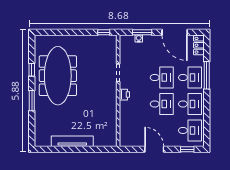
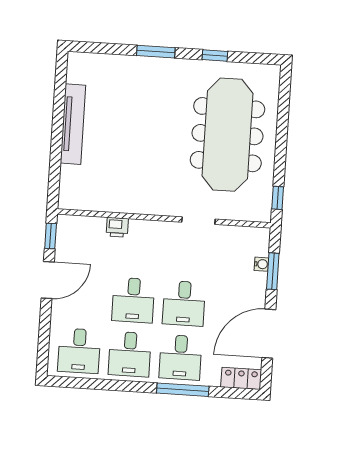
meeting table: (58, 76) -> (227, 135), moved, turned 90
printer: (124, 95) -> (117, 227), moved
window: (187, 149) -> (51, 236), moved

